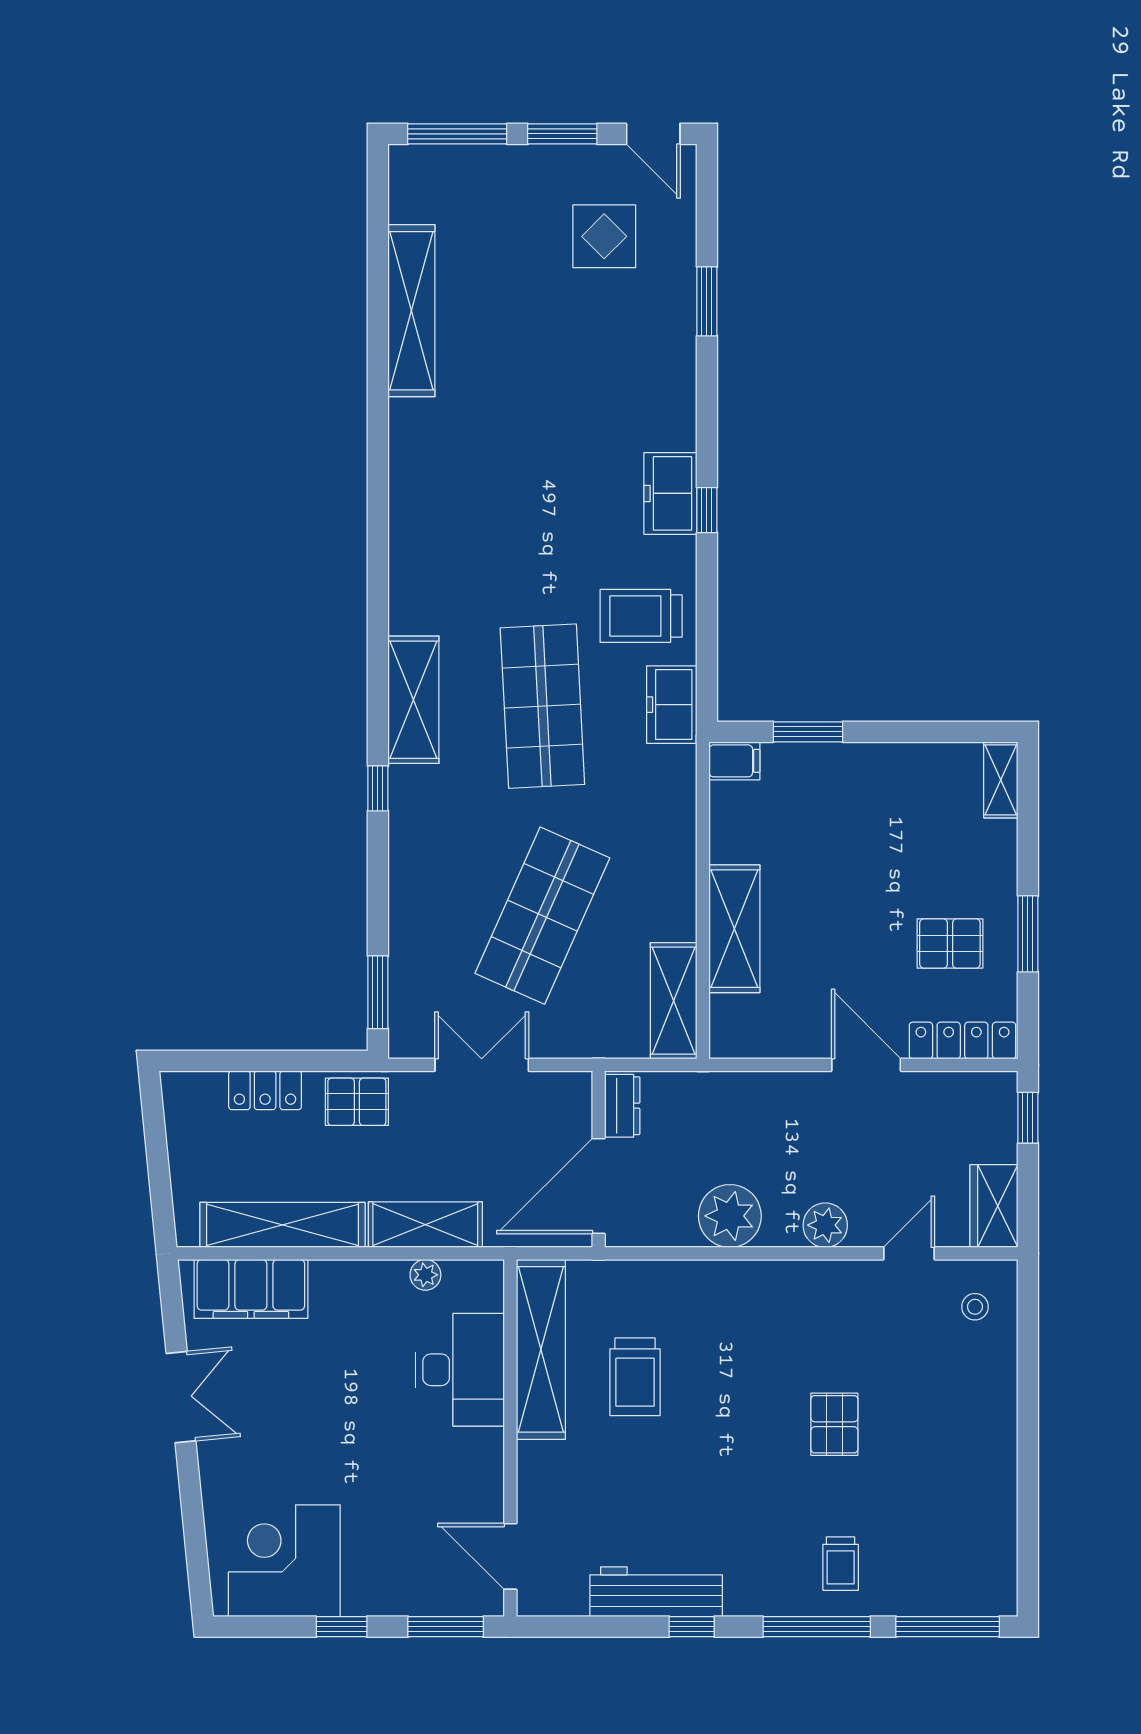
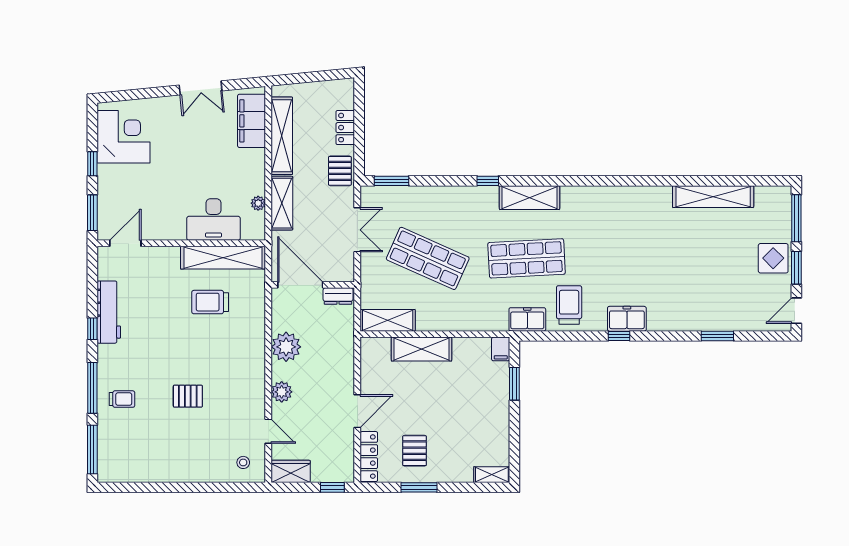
display table: (604, 236) -> (773, 258), moved
trolley: (841, 1564) -> (122, 399), turned 180

